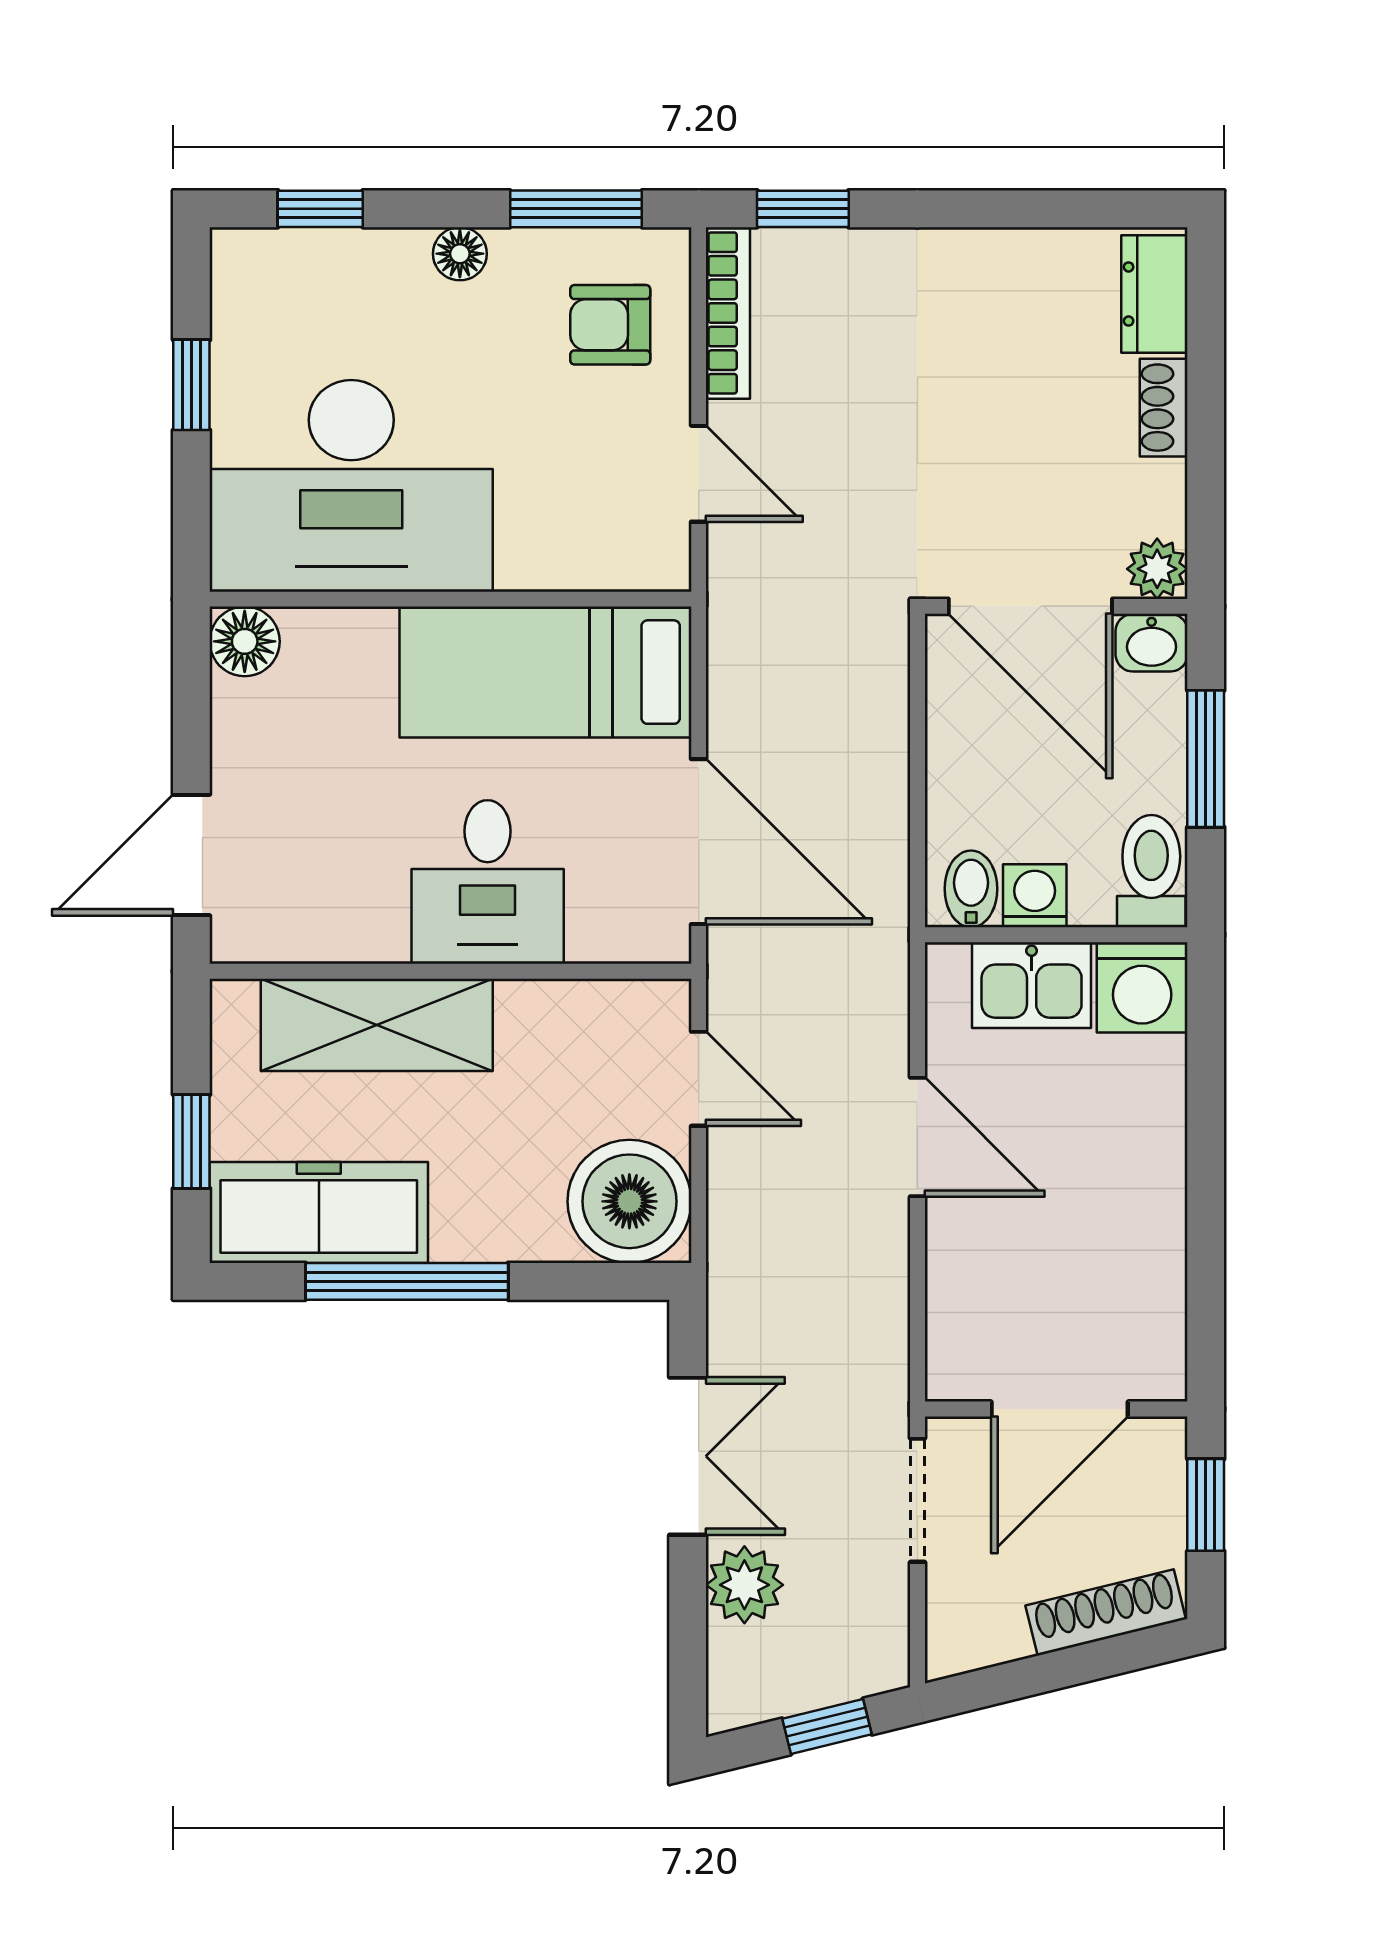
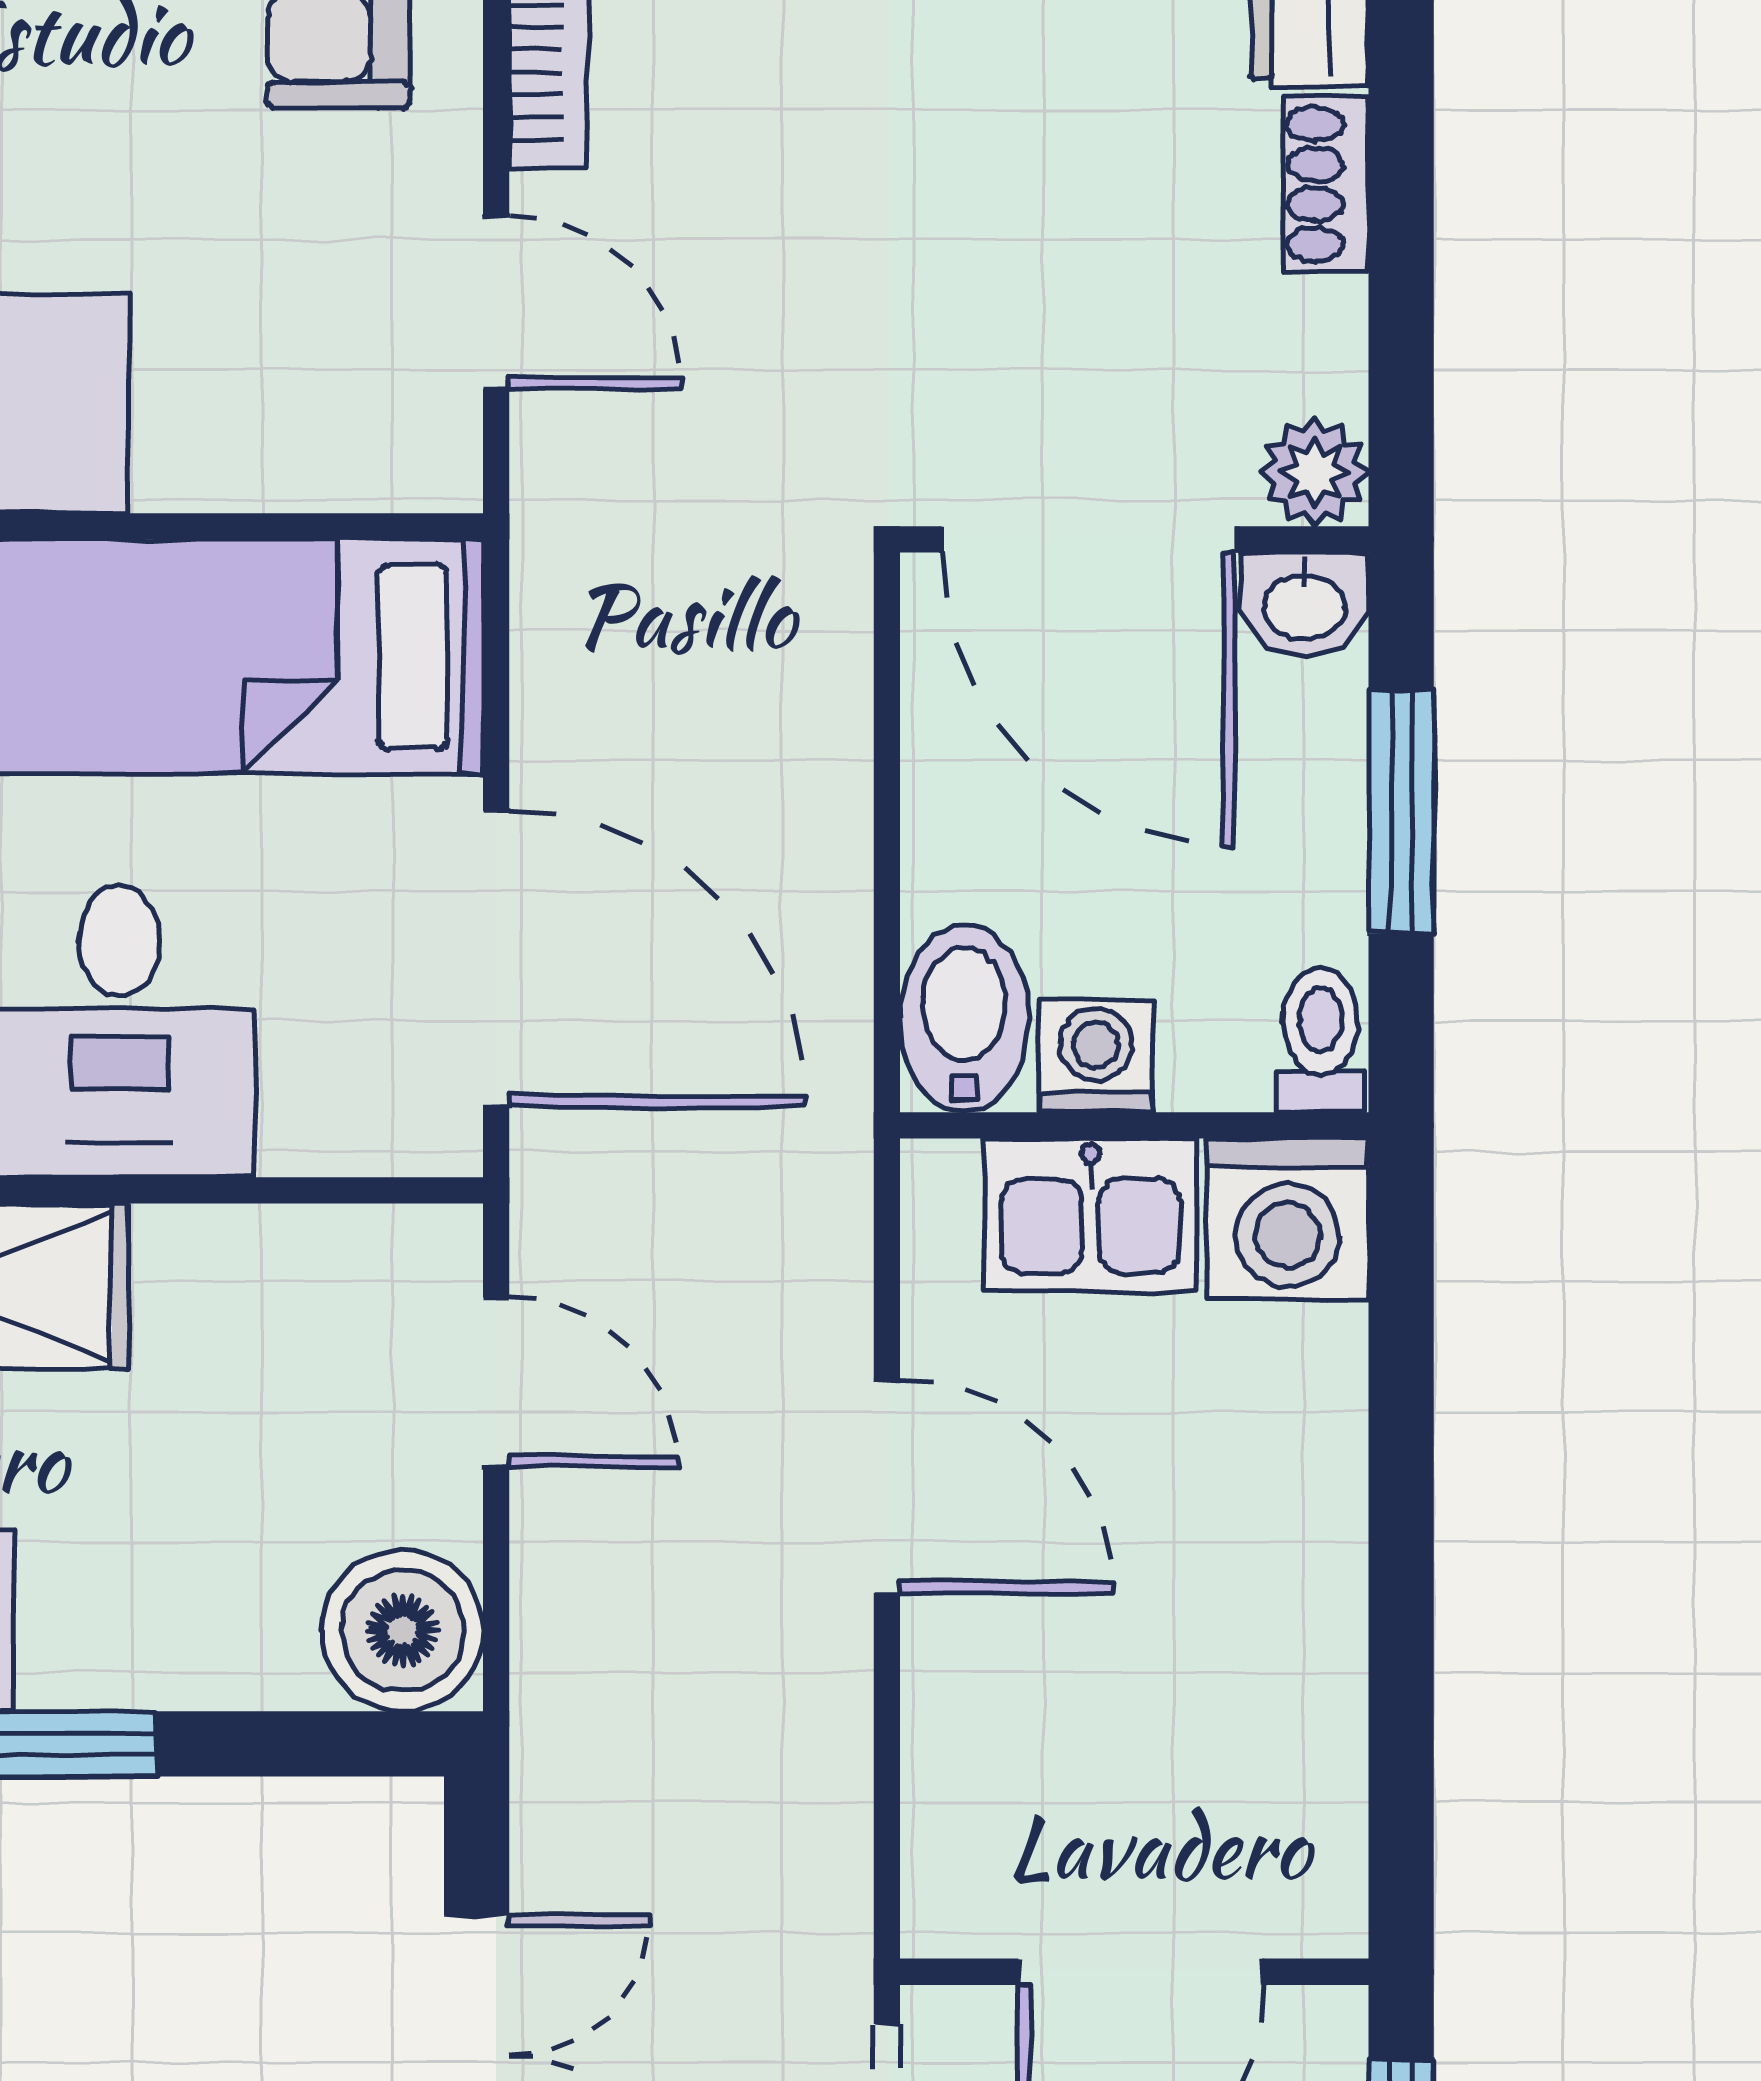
toilet: (1151, 871) -> (1321, 1040), width x0.73, depth x0.72
bidet: (971, 889) -> (964, 1019), width x1.38, depth x1.36
boiler: (629, 1201) -> (402, 1631), width x0.73, depth x0.73

